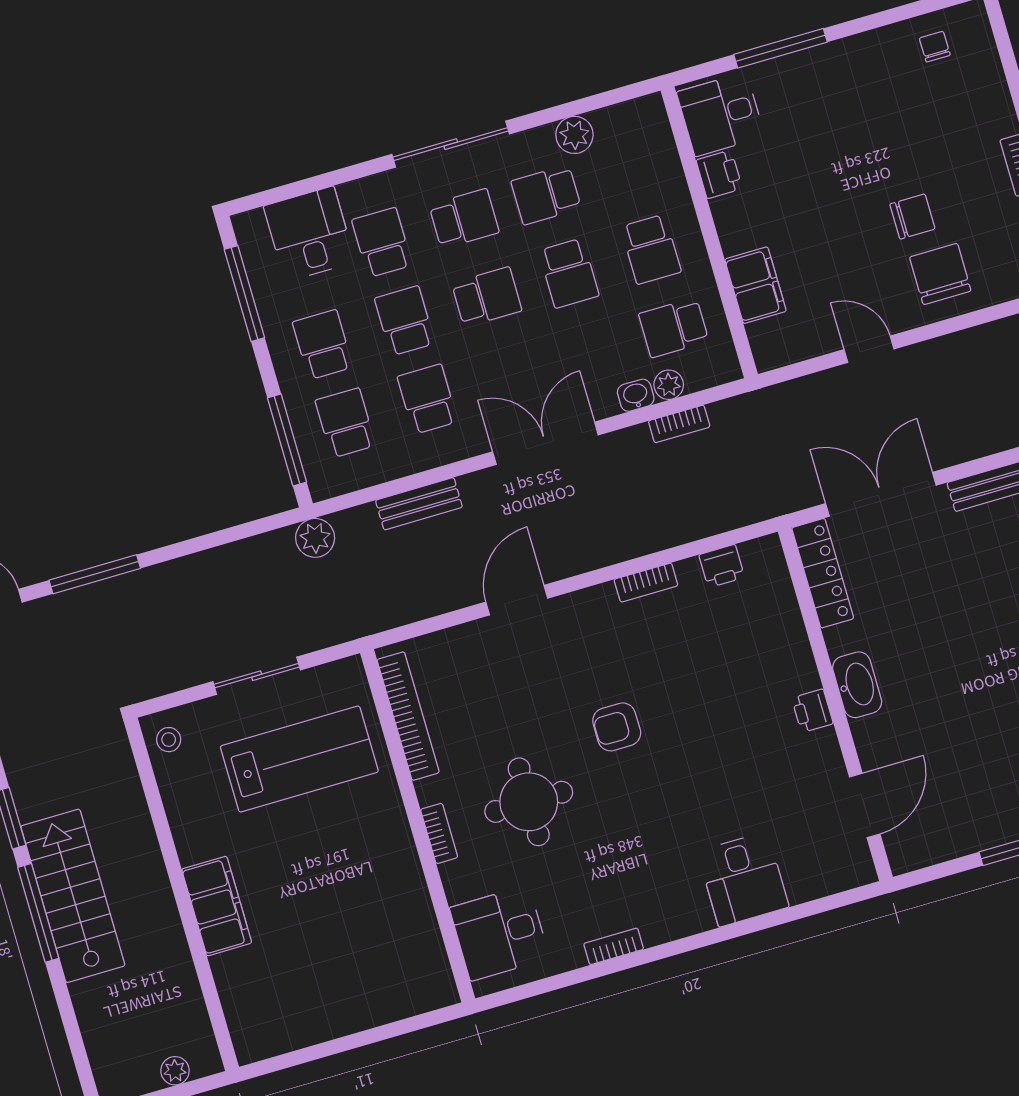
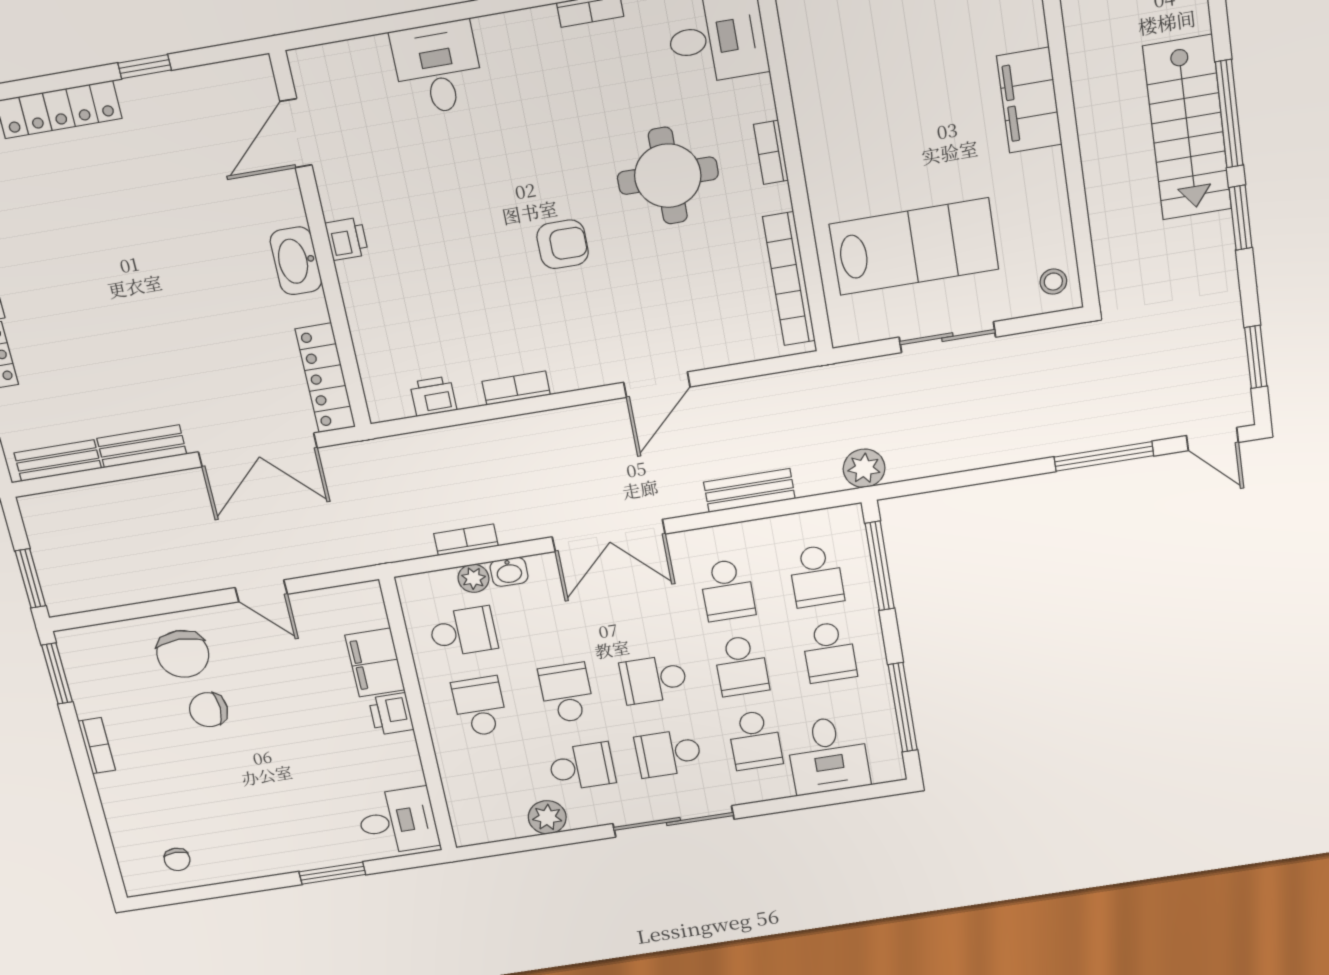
window: (780, 48) -> (332, 873), width x0.69
printer: (719, 174) -> (391, 714), moved
lab bench: (299, 759) -> (914, 247), turned 180

